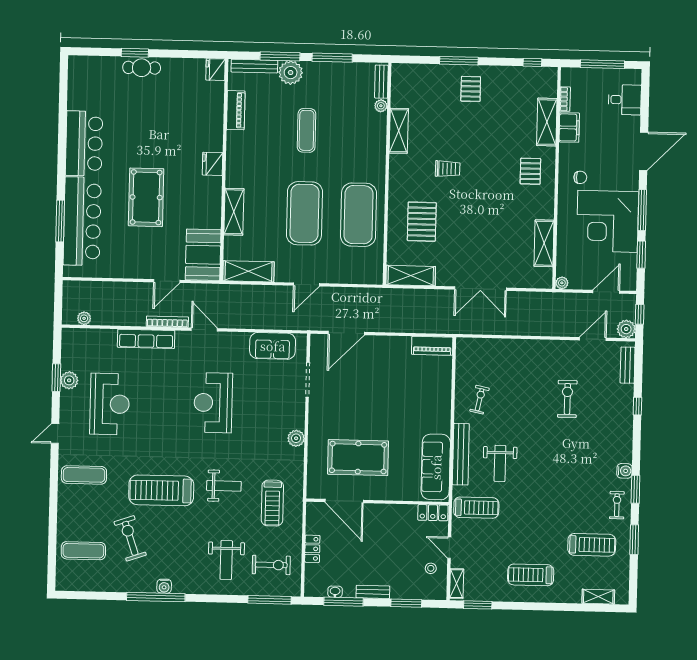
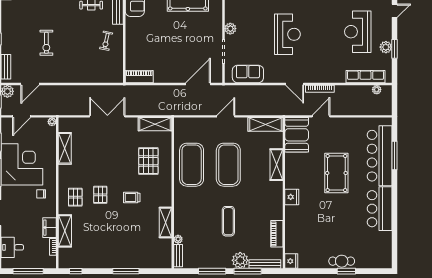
pallet: (471, 89) -> (100, 195), moved
row of seats: (146, 339) -> (366, 77), moved
plant: (296, 438) -> (230, 29), moved

